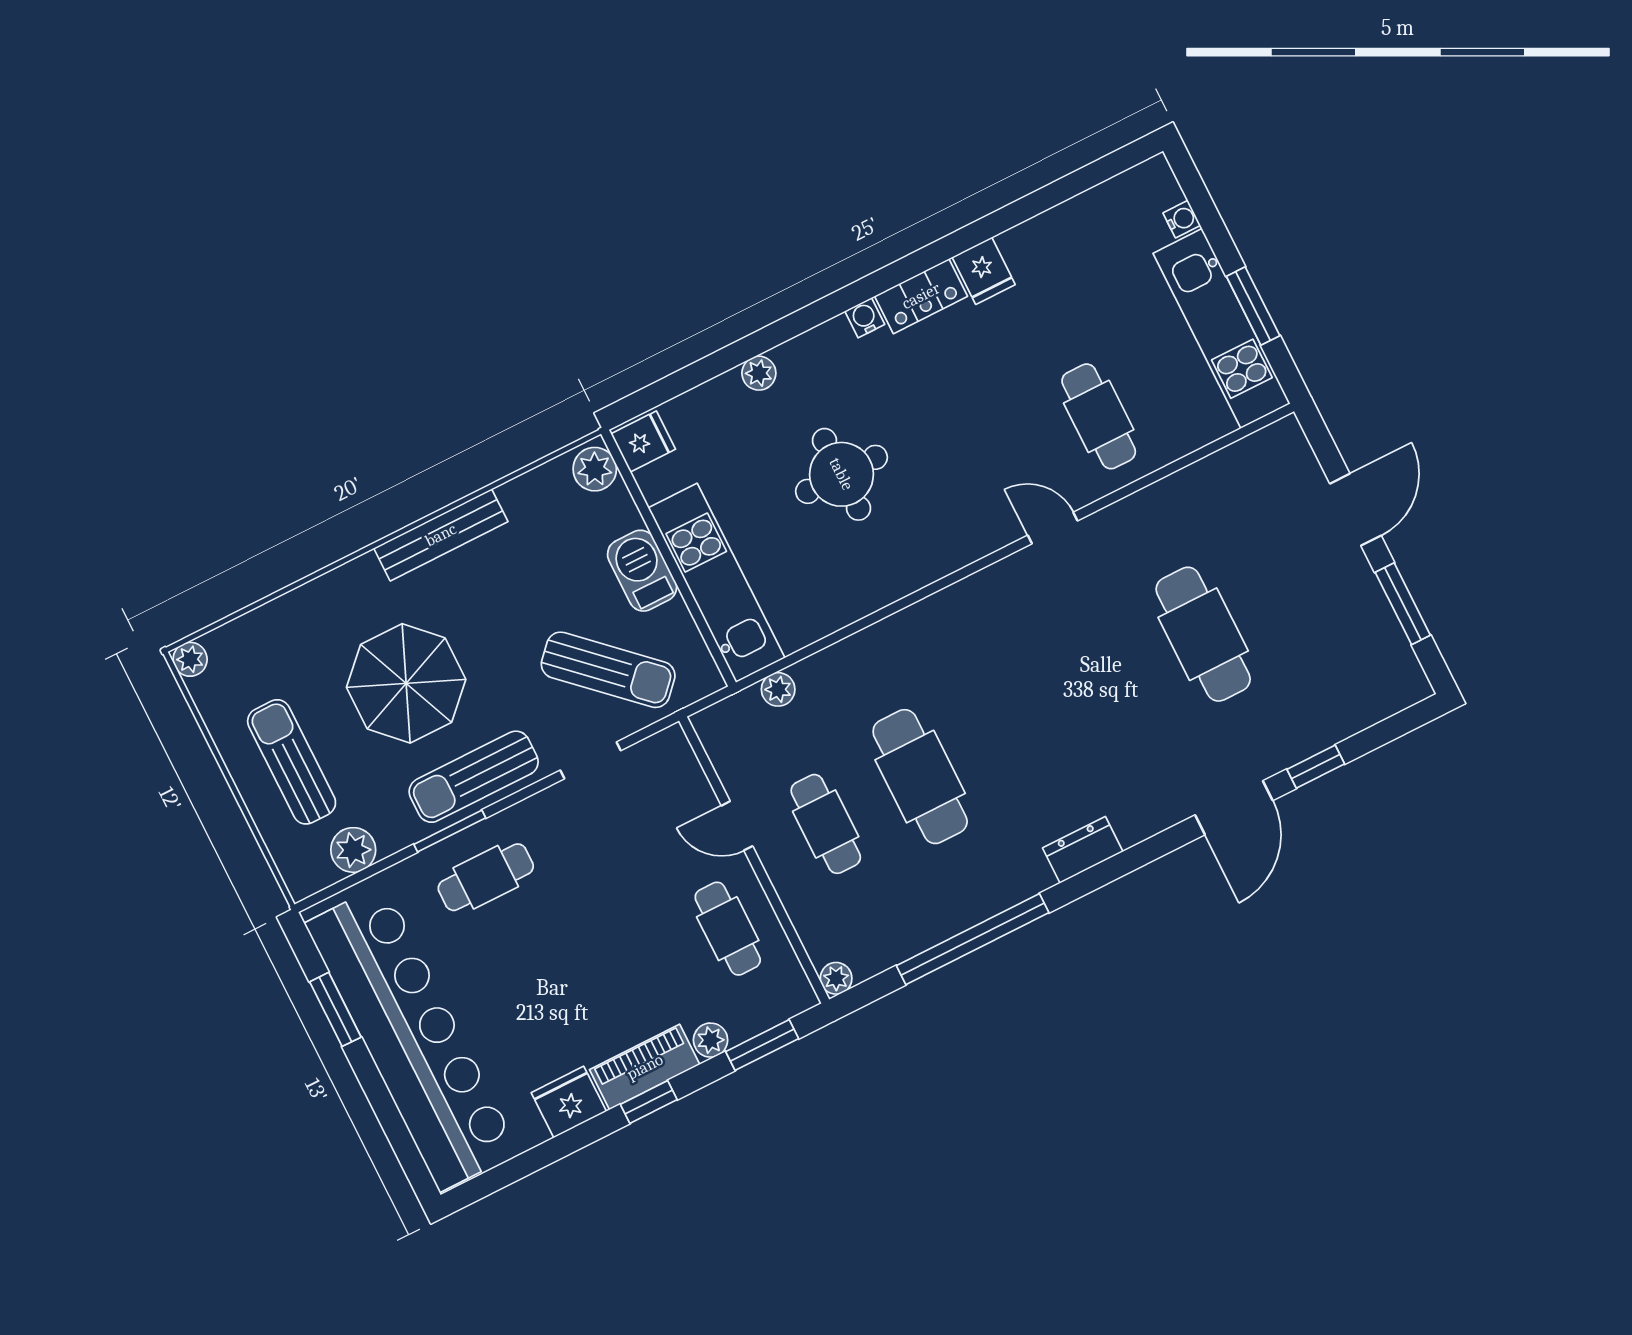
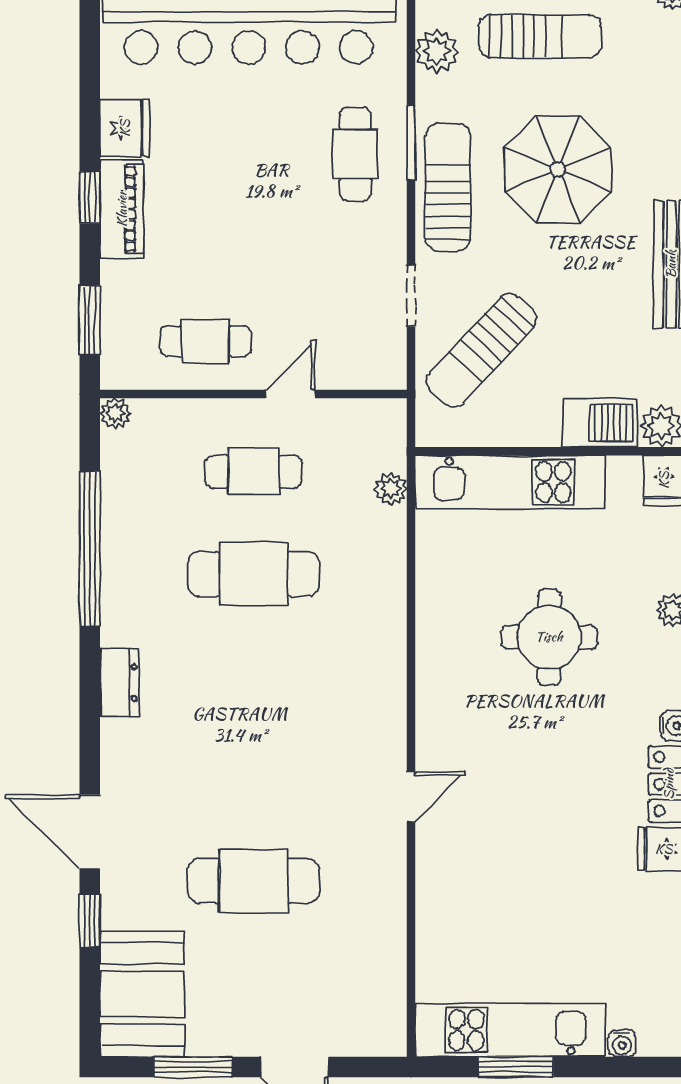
cafe table: (1099, 416) -> (487, 885), removed
barbecue: (642, 571) -> (600, 423), moved
booth: (1359, 684) -> (142, 994), added
plant: (711, 1040) -> (117, 278), removed

